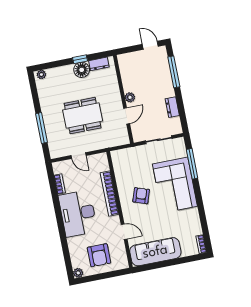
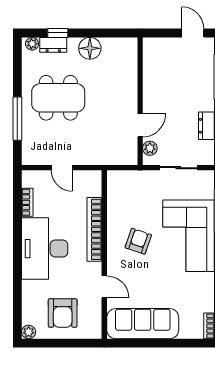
window: (80, 59) -> (58, 33), moved
dresser: (99, 64) -> (53, 45), moved
plant: (130, 97) -> (150, 148), moved
dining table: (83, 116) -> (58, 98), moved

